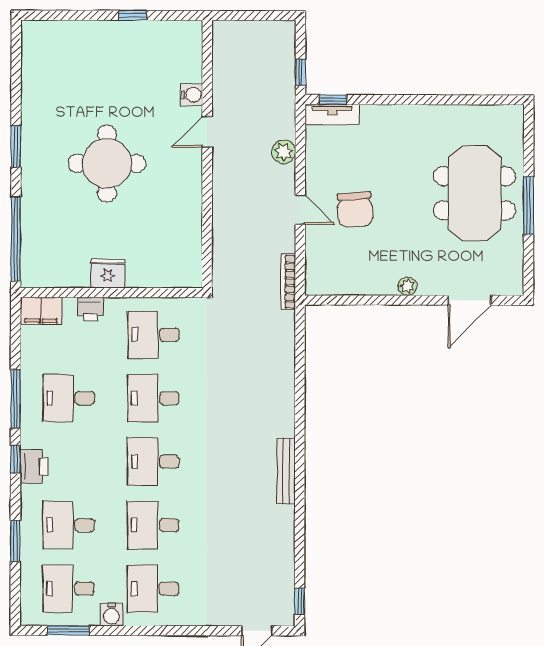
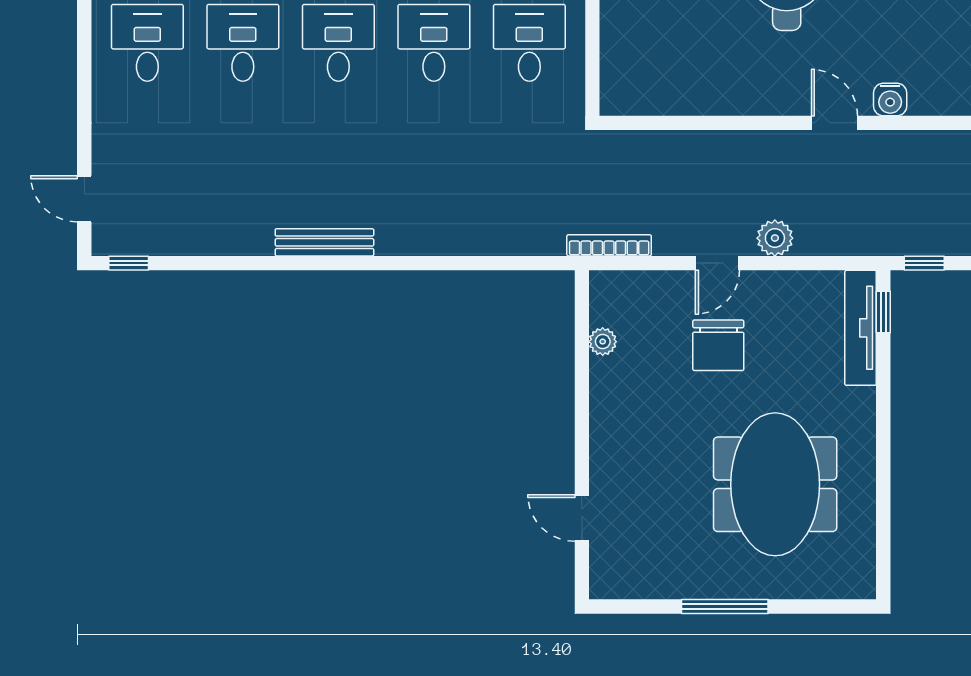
tv unit: (332, 115) -> (861, 328), width x1.41
plant: (284, 152) -> (775, 238), moved
meeting table: (474, 193) -> (775, 484), moved, turned 90
chair: (355, 209) -> (718, 345), turned -86
plant: (407, 286) -> (603, 342), moved
door: (470, 300) -> (582, 518), width x0.73

